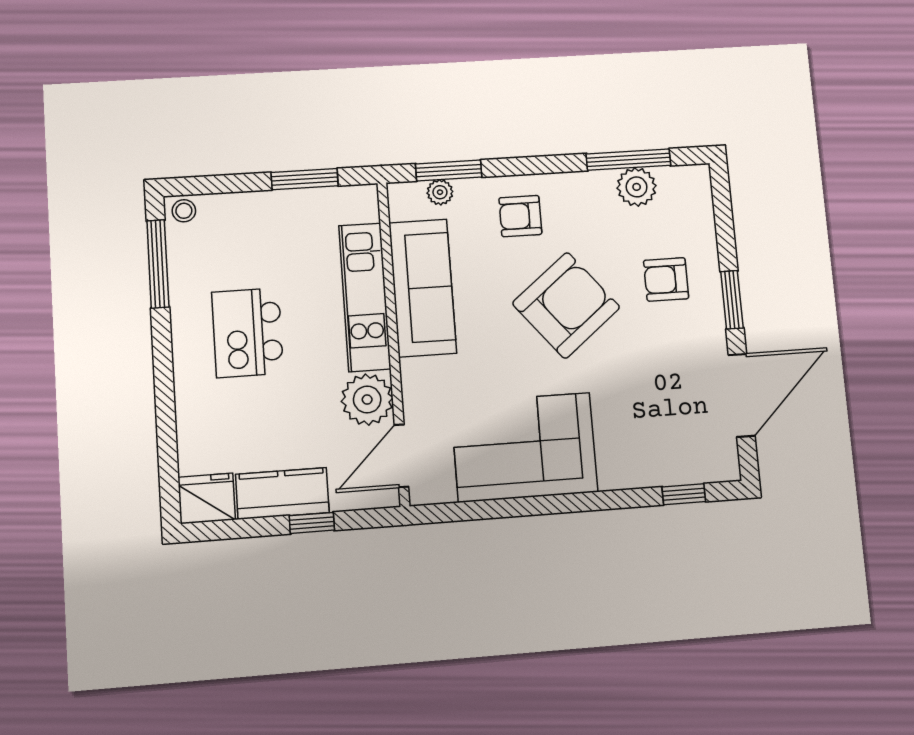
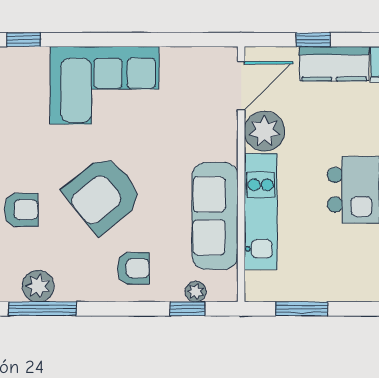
window: (449, 170) -> (187, 309), width x0.67
corner sofa: (524, 447) -> (104, 85), moved

